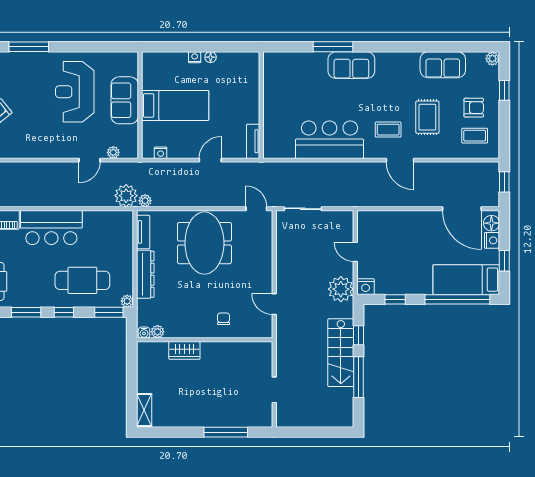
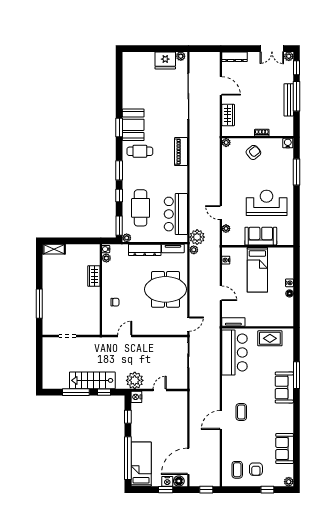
rug: (427, 117) -> (270, 338), moved
bar counter: (329, 140) -> (234, 352), moved
bar counter: (51, 227) -> (176, 214), moved
window: (504, 261) -> (166, 490), moved

